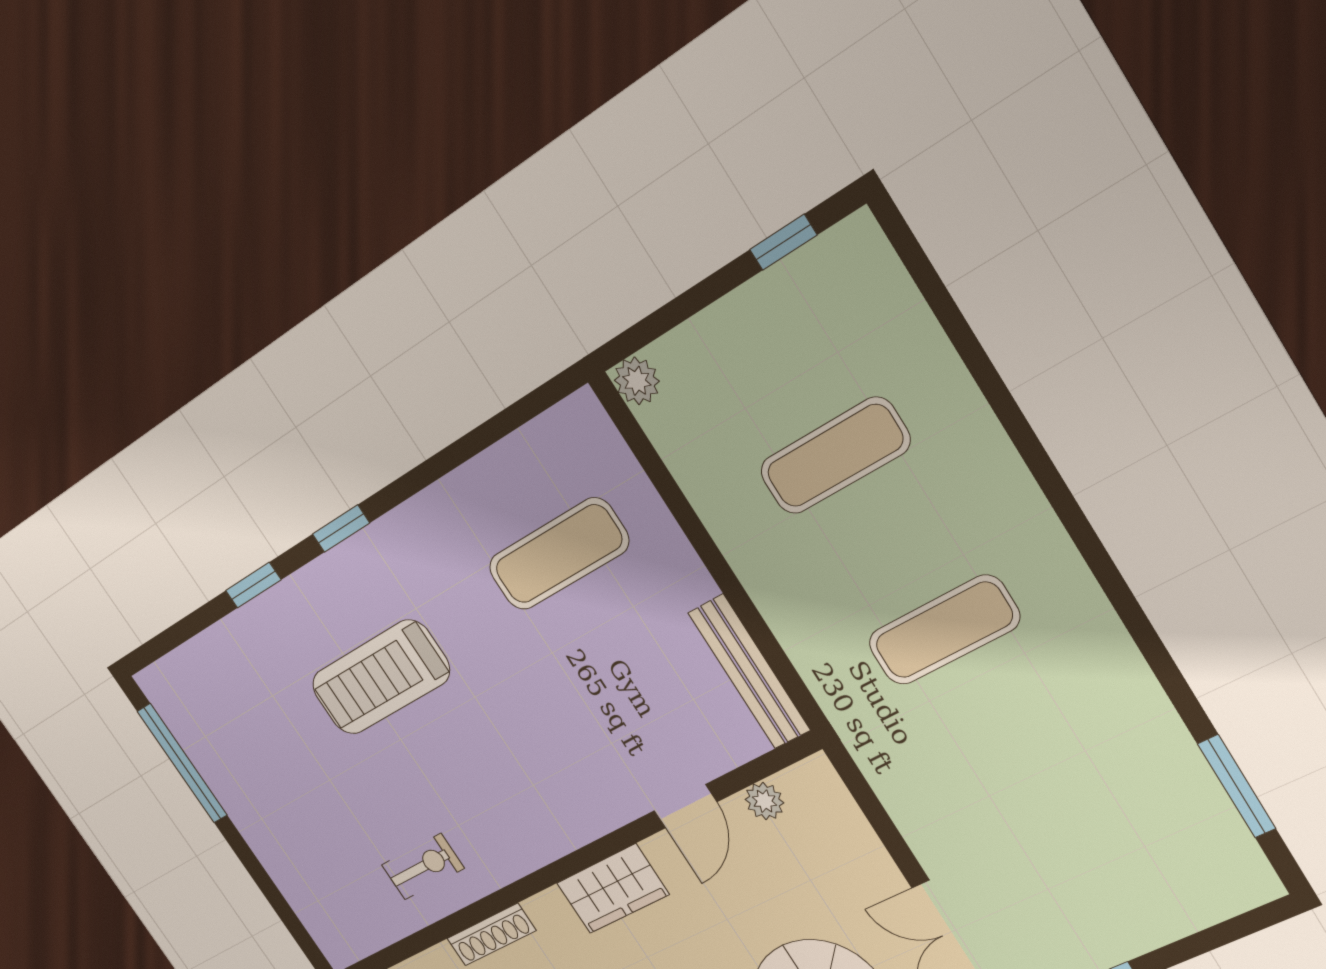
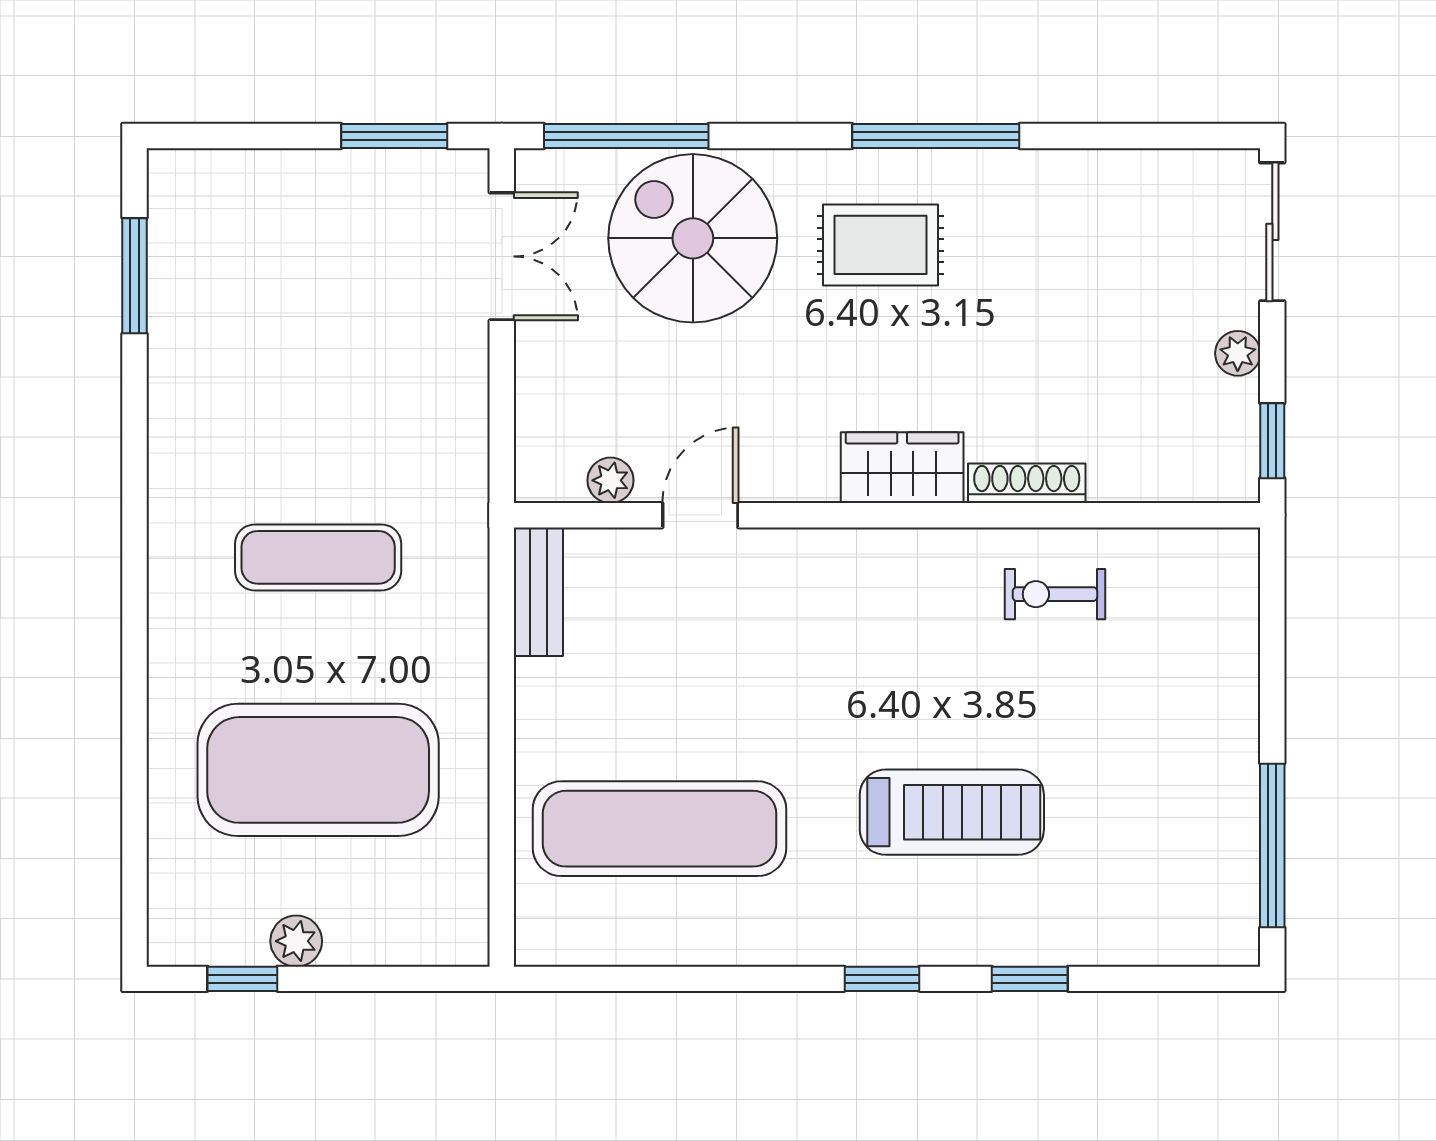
plant: (637, 381) -> (296, 941), moved
exercise mat: (835, 456) -> (318, 770), width x2.00, depth x1.45
exercise mat: (558, 554) -> (659, 829), width x1.36, depth x1.45
bench: (749, 672) -> (538, 592), width x0.73
wardrobe: (613, 889) -> (902, 468), moved

